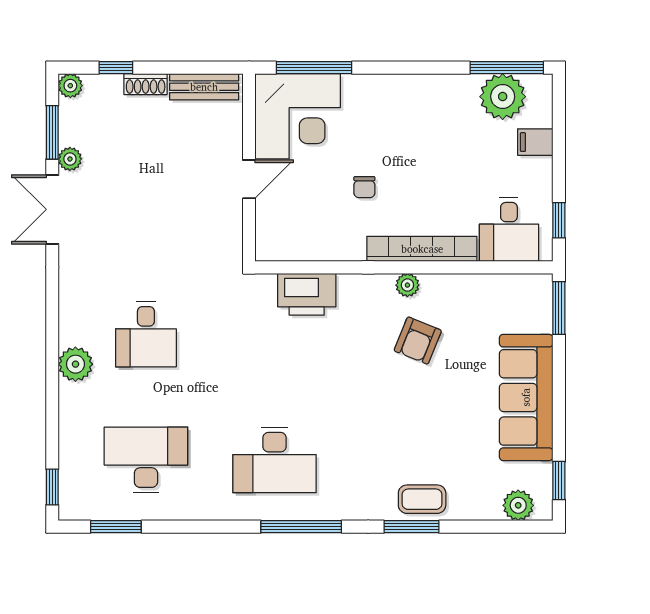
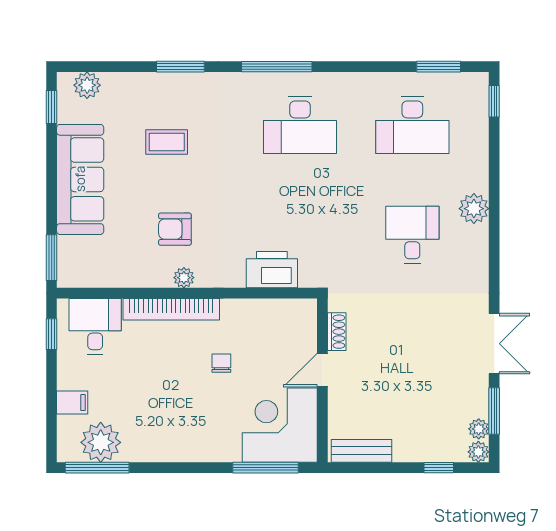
shoe rack: (146, 84) -> (337, 332), moved, turned 90
plant: (70, 159) -> (479, 429), moved
armchair: (418, 341) -> (175, 229), turned -112
desk: (275, 460) -> (300, 125), turned 180
coffee table: (422, 499) -> (167, 142), moved

